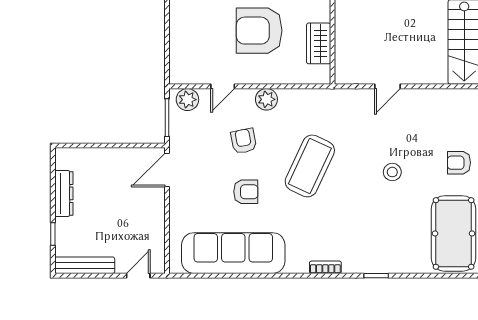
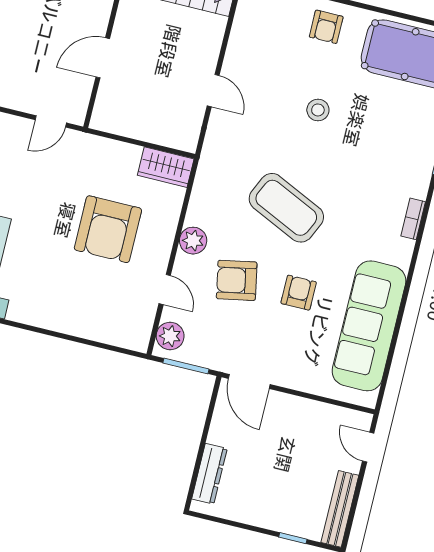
wardrobe: (319, 43) -> (166, 167), moved
armchair: (244, 141) -> (237, 280), width x1.38, depth x1.38
dresser: (64, 193) -> (209, 474), moved, turned 90

